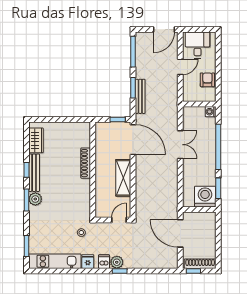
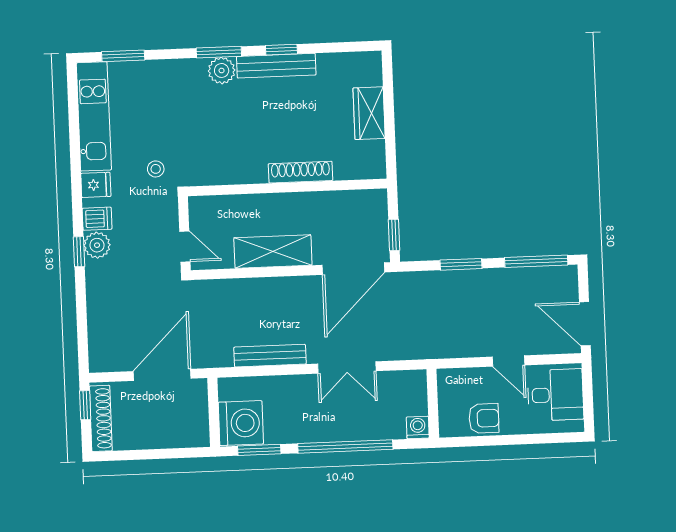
bench: (140, 96) -> (270, 356), moved
wardrobe: (36, 140) -> (369, 113), moved, turned 90

